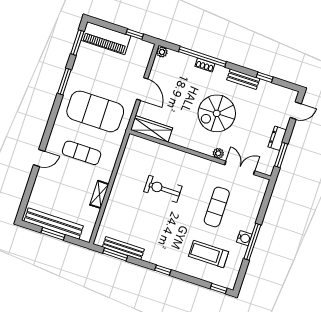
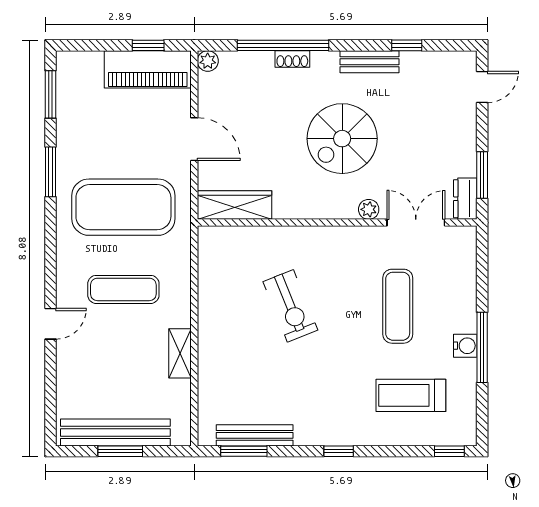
piano: (106, 38) -> (148, 69), moved
dresser: (277, 138) -> (465, 199), moved
exercise bike: (163, 189) -> (290, 306), turned -112

